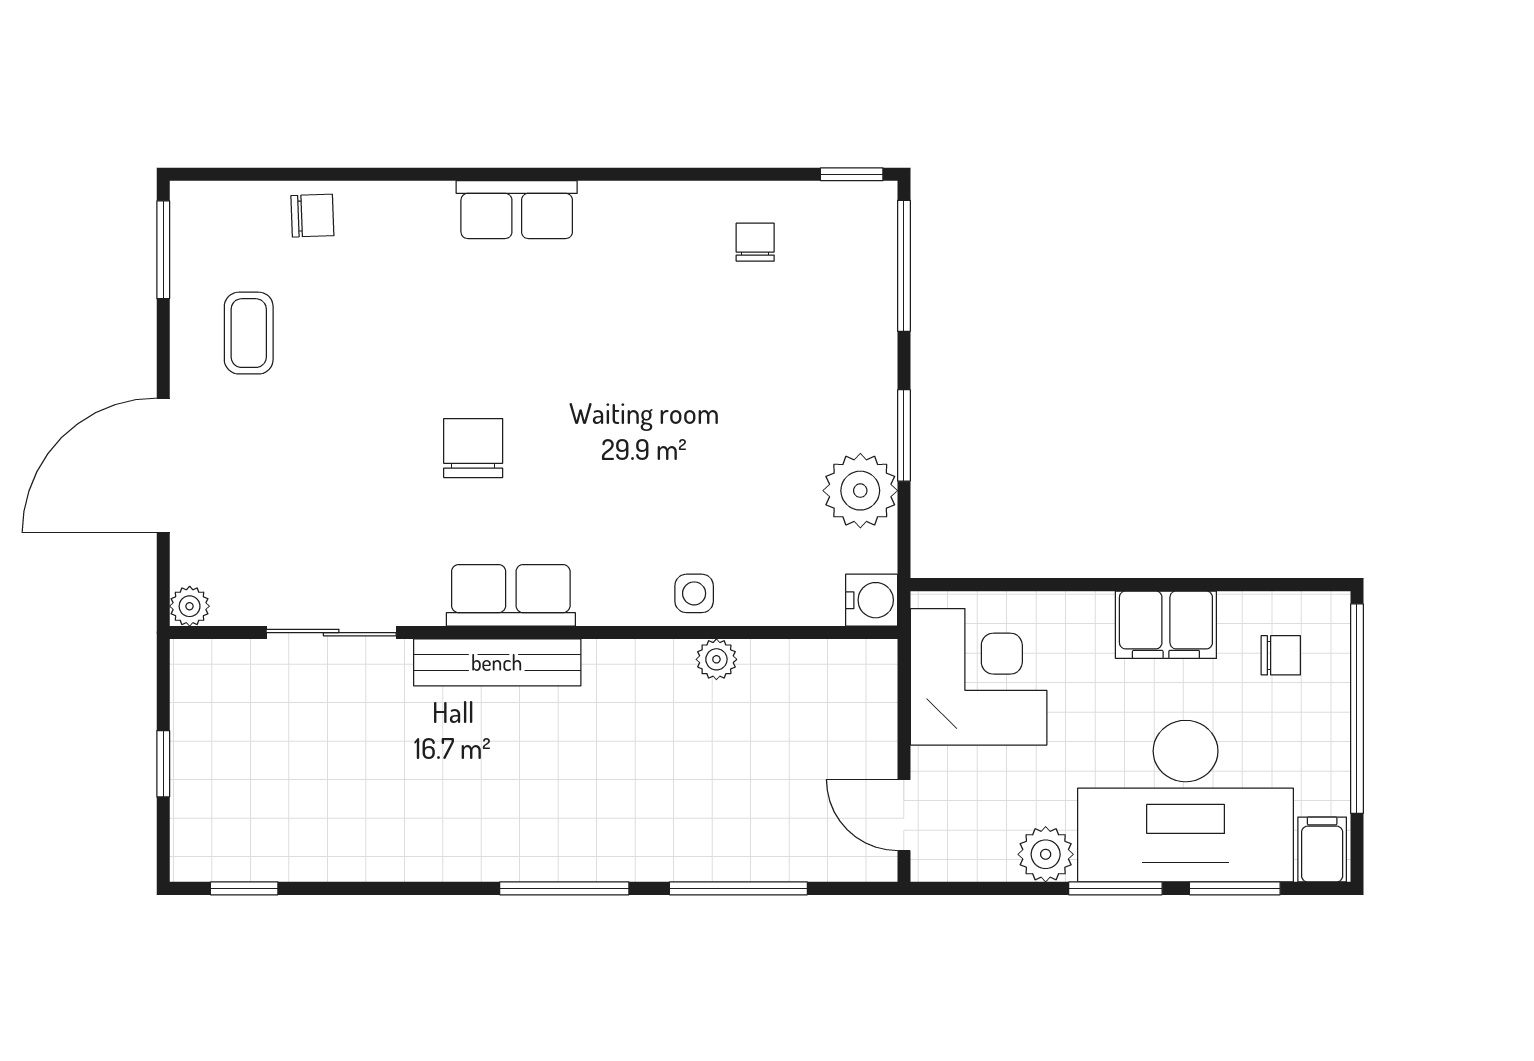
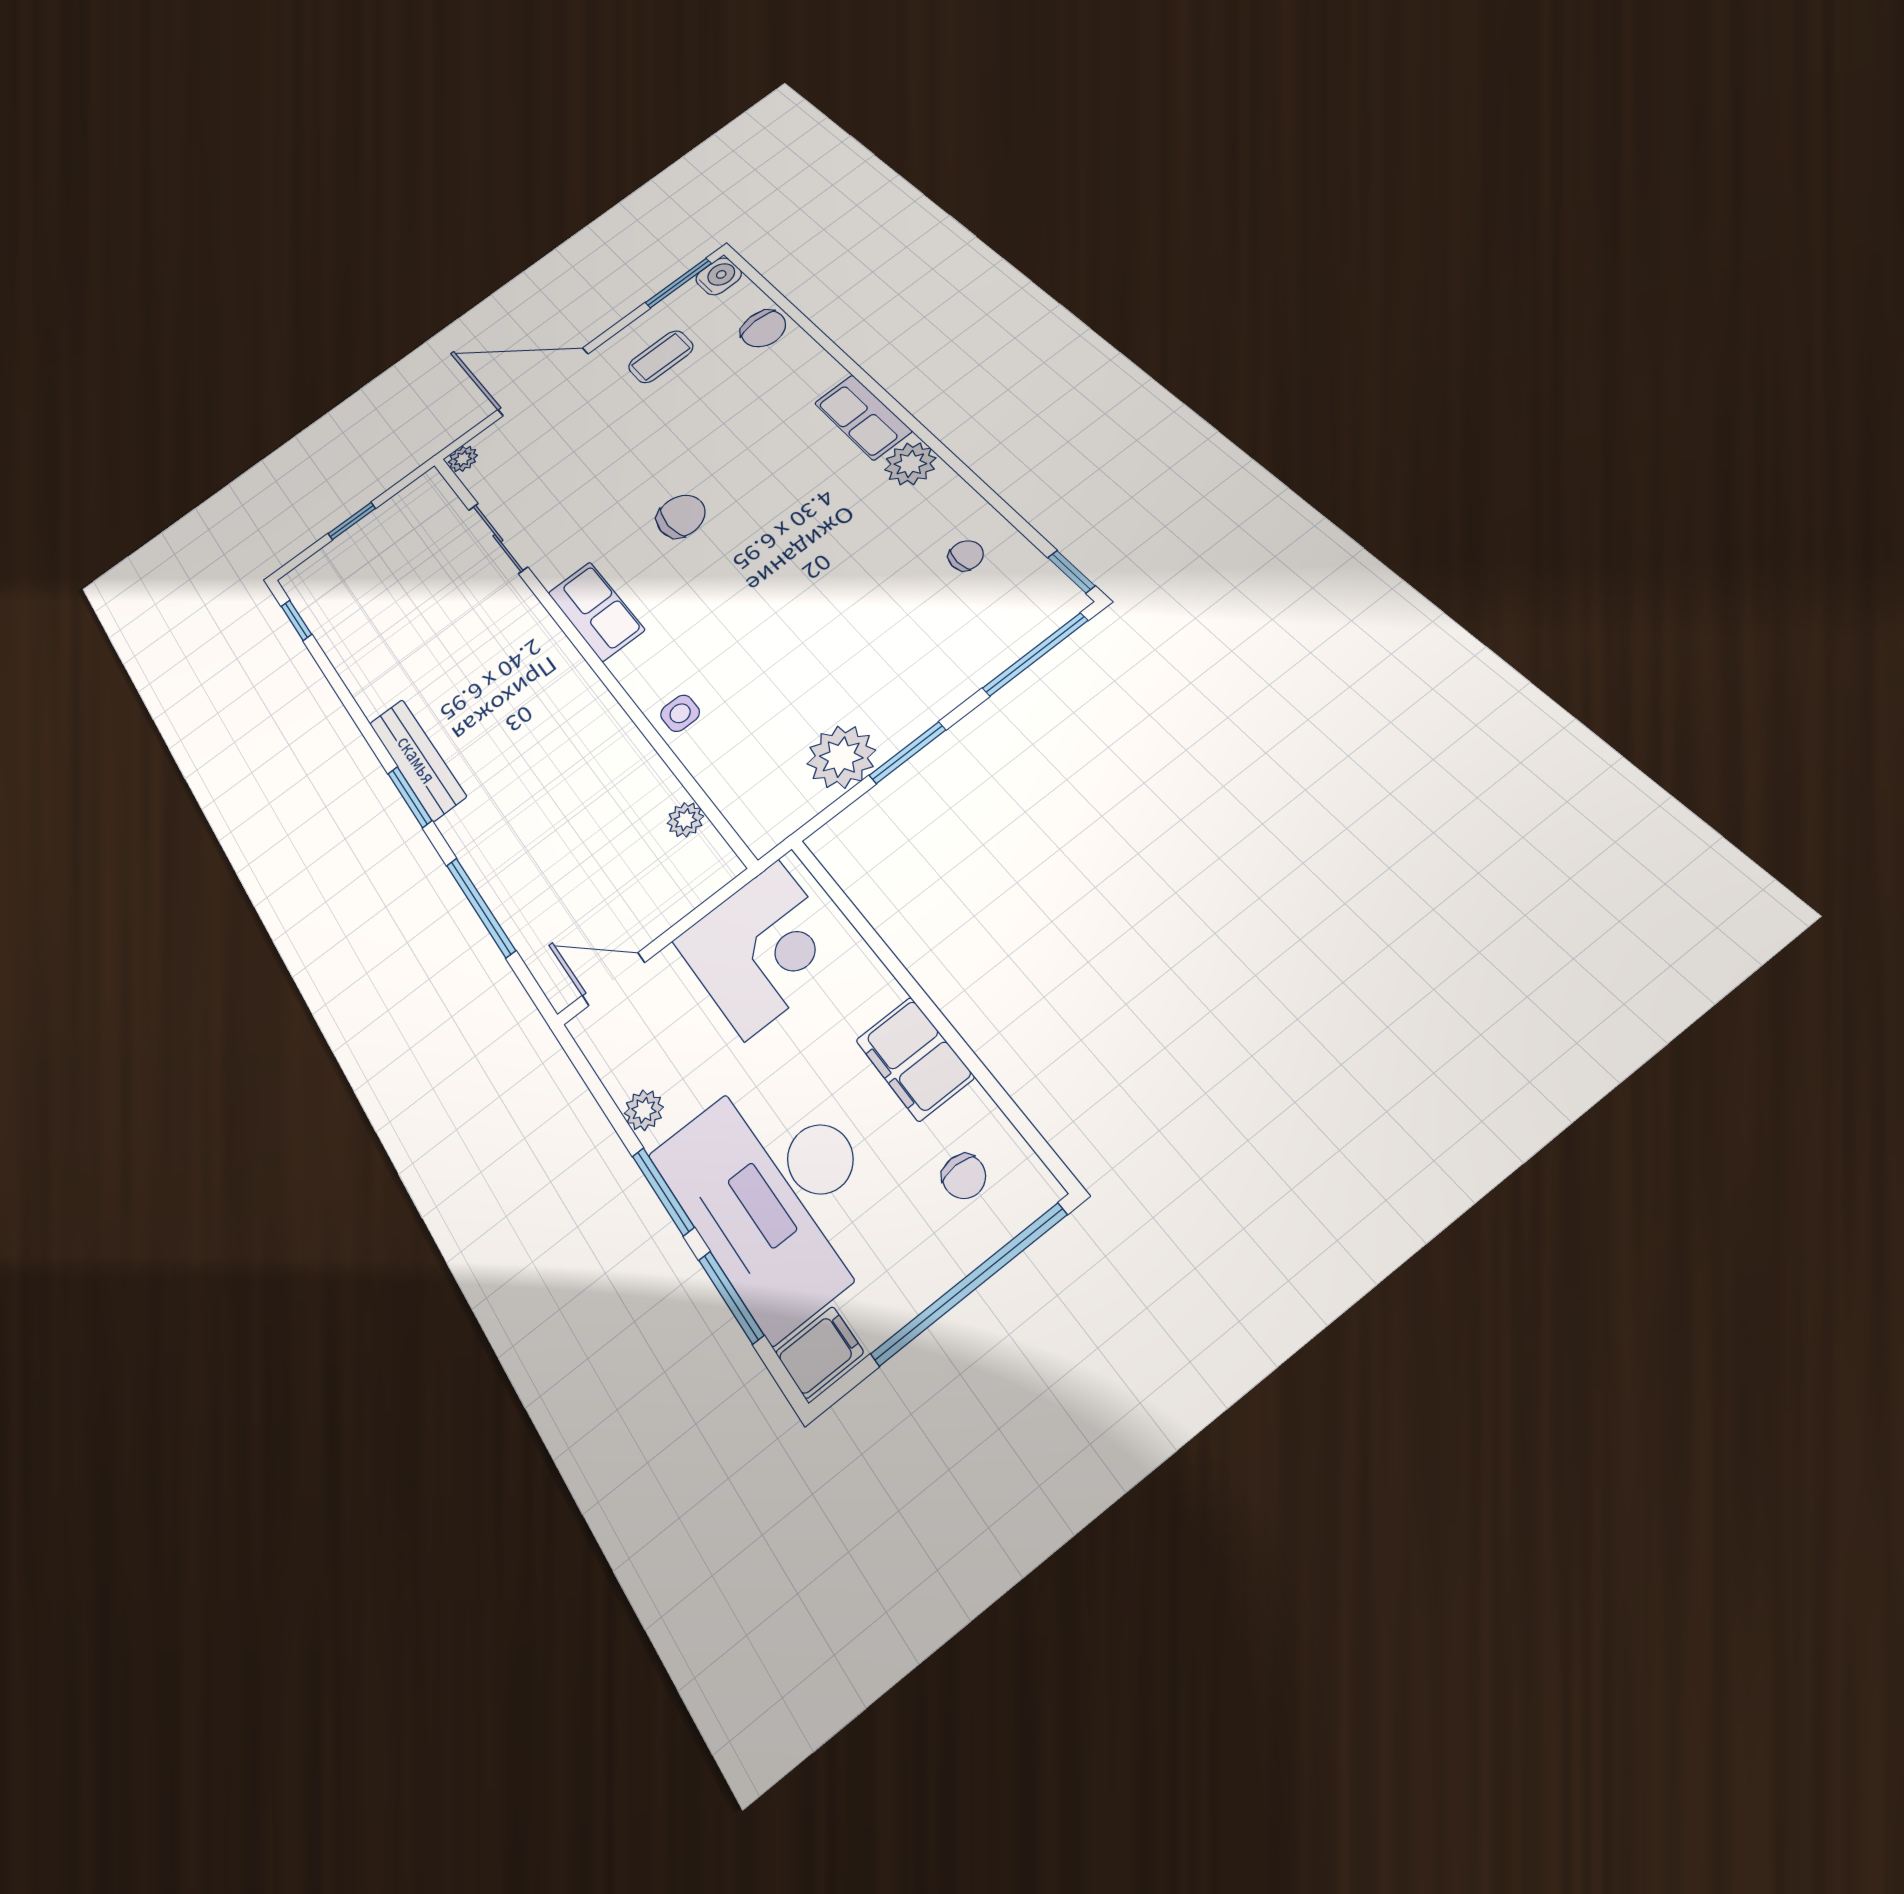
plant: (612, 211) -> (910, 464), added
chair: (312, 216) -> (763, 329), width x1.37, depth x1.37
water cooler: (872, 600) -> (719, 276), moved, turned -90
plant: (716, 659) -> (685, 820), moved
bench: (497, 662) -> (417, 759), moved
door: (904, 815) -> (613, 979), hinge flipped
plant: (1046, 854) -> (644, 1110), width x0.73, depth x0.73
window: (564, 888) -> (410, 797), width x0.69

